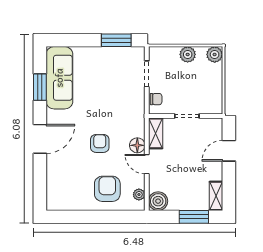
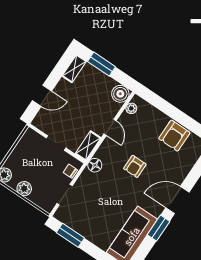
window: (40, 87) -> (158, 228), moved
floor lamp: (137, 145) -> (95, 165), moved
armchair: (107, 189) -> (174, 136), moved

